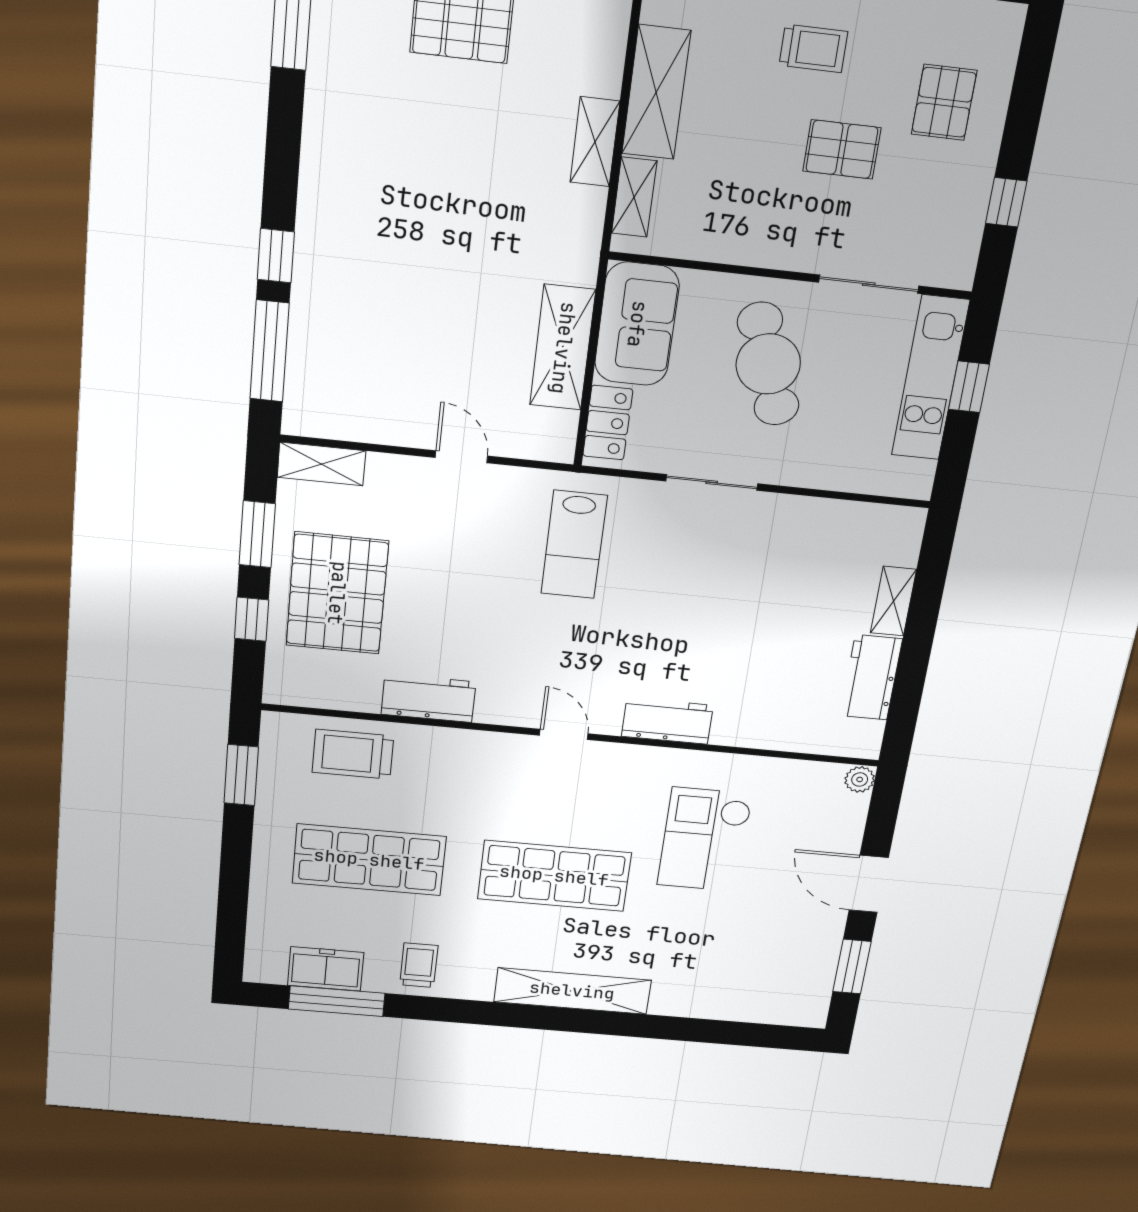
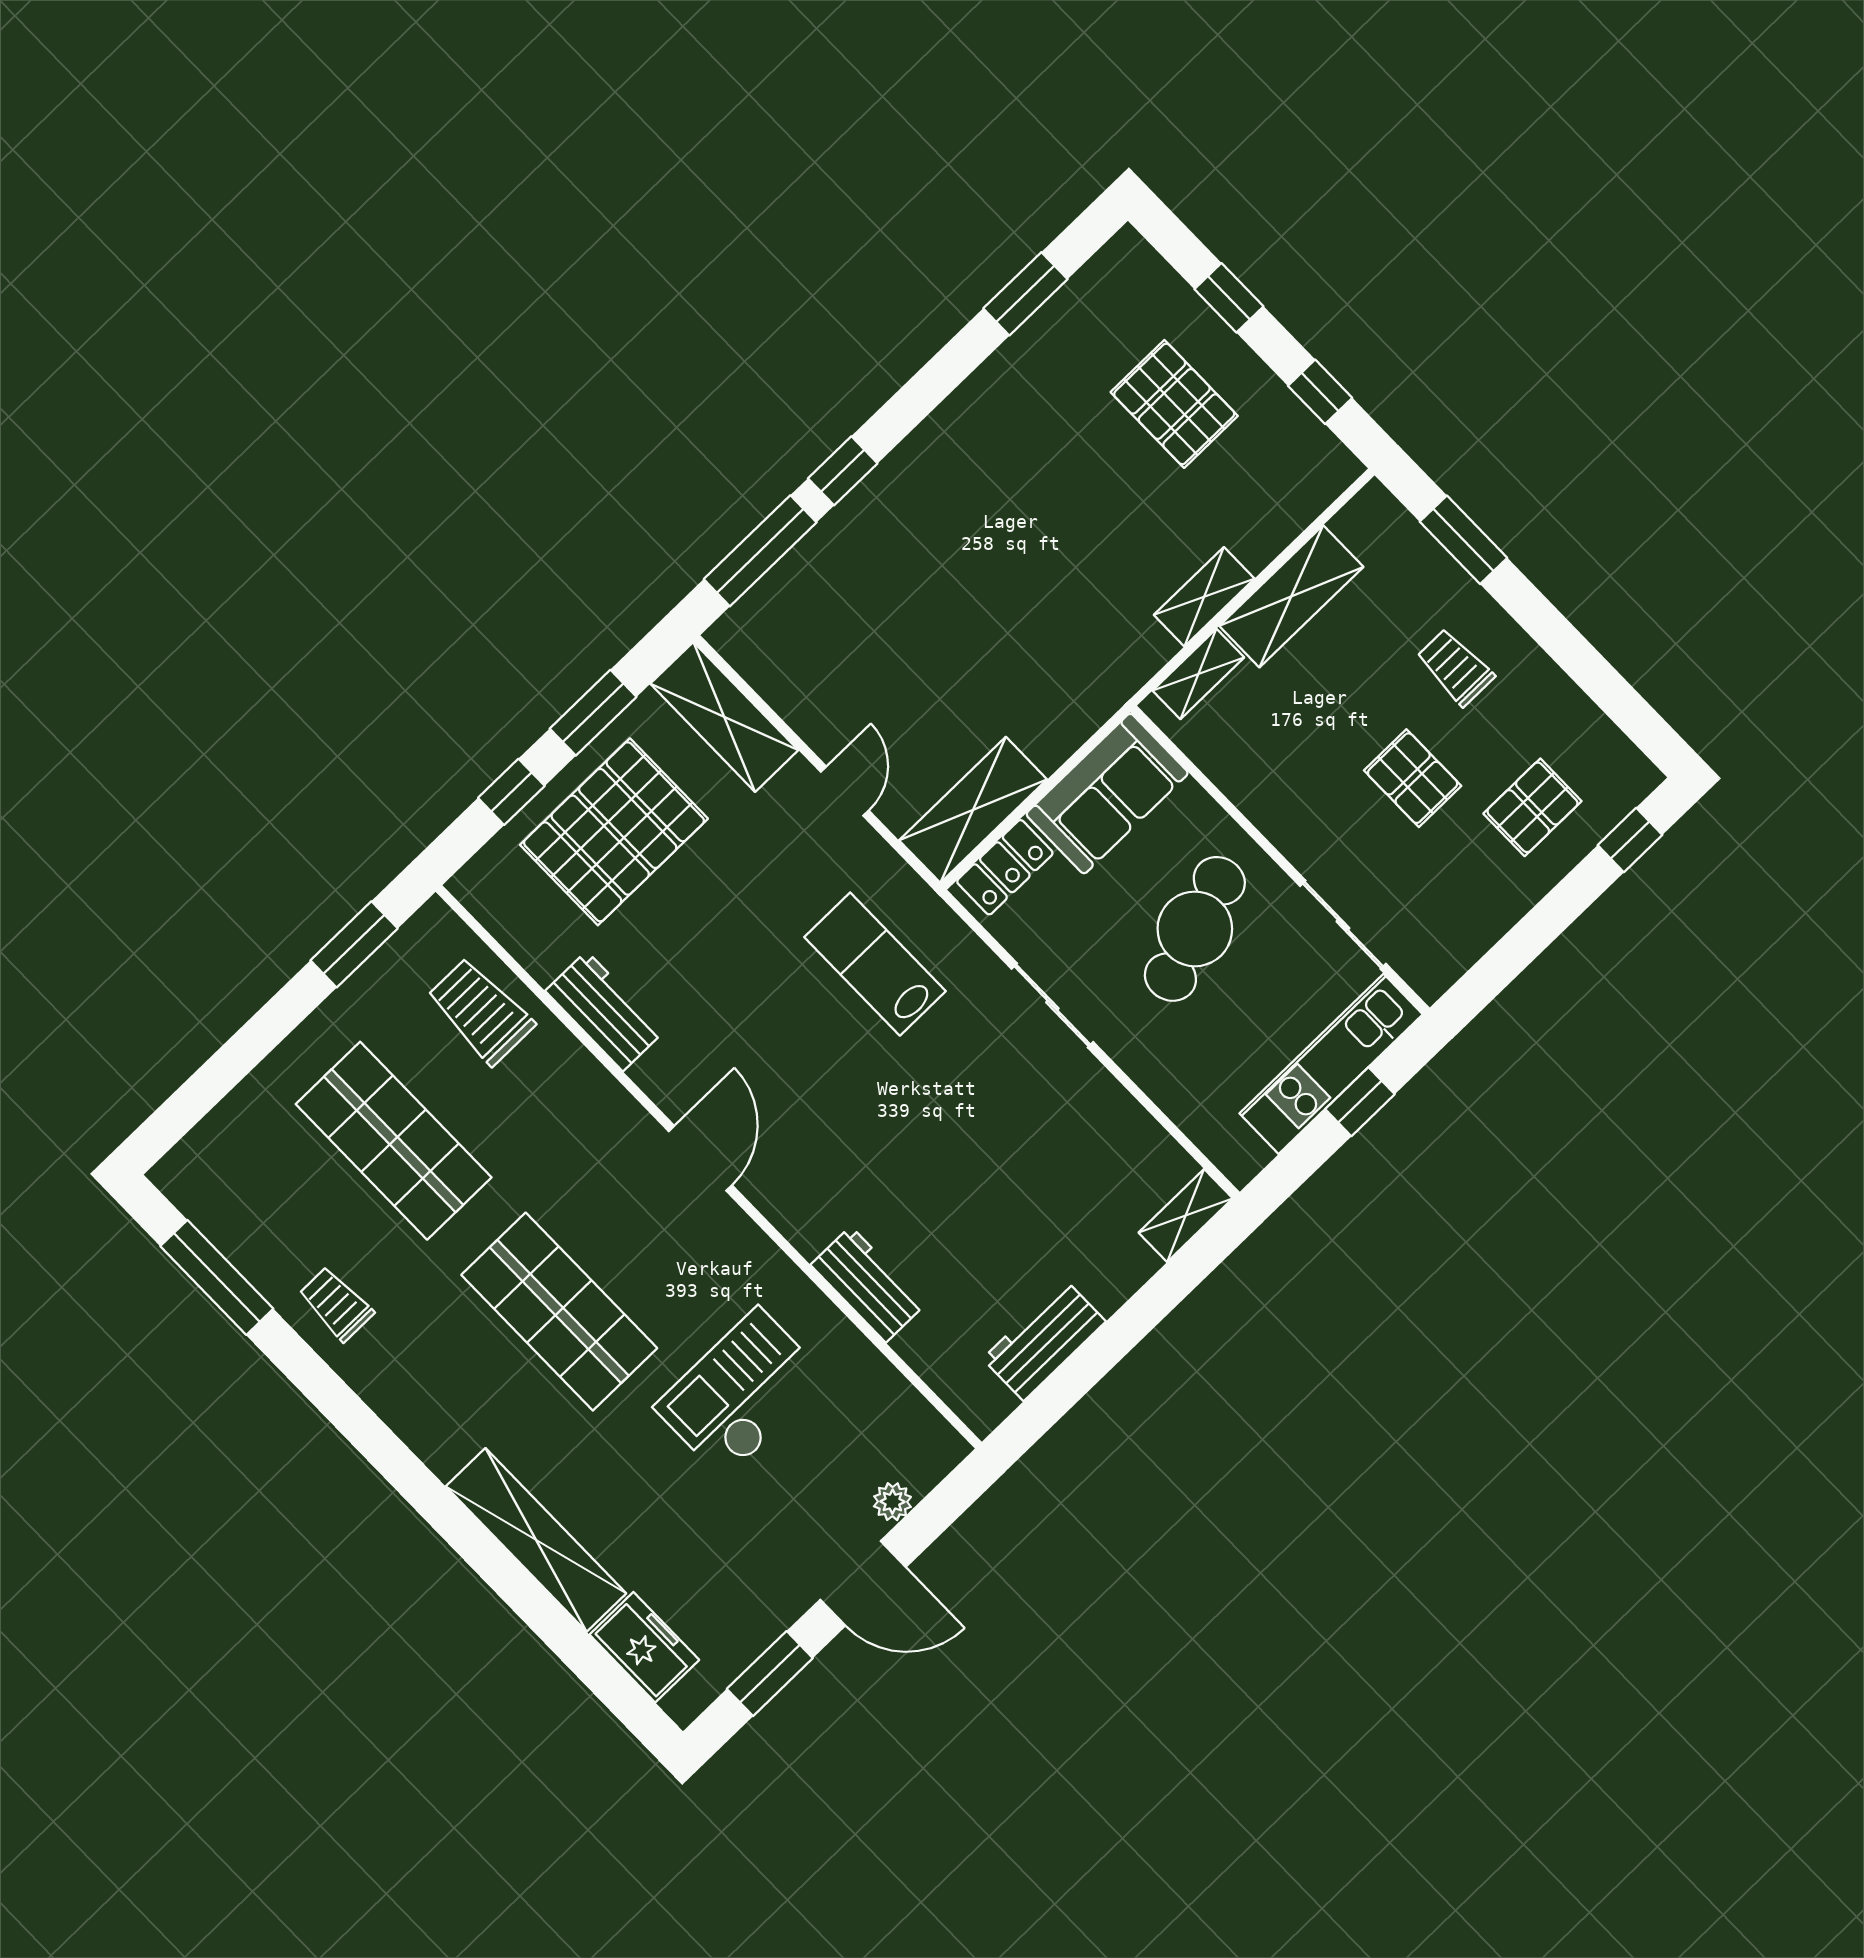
trolley: (813, 48) -> (1455, 667), turned 180
window: (1006, 202) -> (1630, 840), moved
shelving: (563, 348) -> (973, 810), moved
shelving: (321, 464) -> (724, 717), width x1.50, depth x1.33
lab bench: (574, 545) -> (875, 964), turned 90
shelving: (893, 601) -> (1186, 1216), moved
workbench: (667, 721) -> (868, 1284), moved
door: (564, 734) -> (700, 1158), width x1.38
plant: (860, 779) -> (892, 1502), moved
door: (869, 884) -> (863, 1583), swing flipped
trolley: (419, 965) -> (336, 1304), turned -90
freezer: (326, 969) -> (644, 1647), moved
shelving: (572, 991) -> (536, 1540), moved

